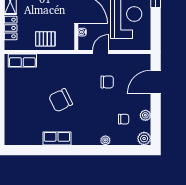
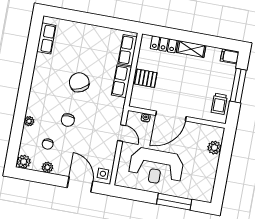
pallet: (45, 39) -> (146, 78), turned 90
row of seats: (52, 61) -> (122, 81), added
side table: (142, 62) -> (103, 174), added
chair: (107, 82) -> (68, 120), moved
row of seats: (57, 138) -> (46, 38), moved

